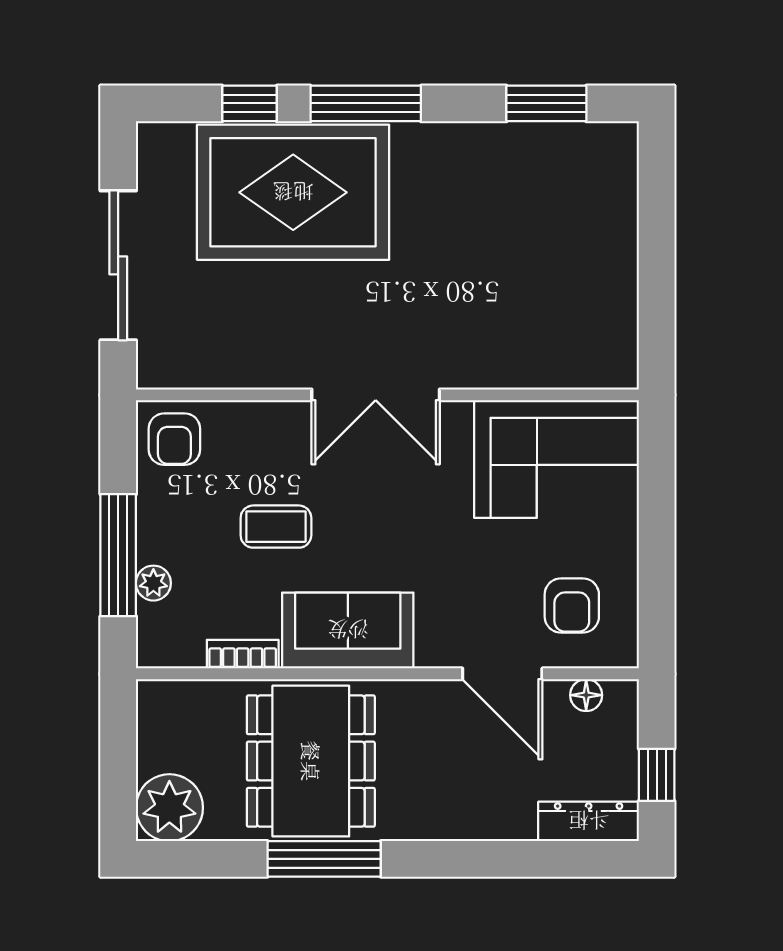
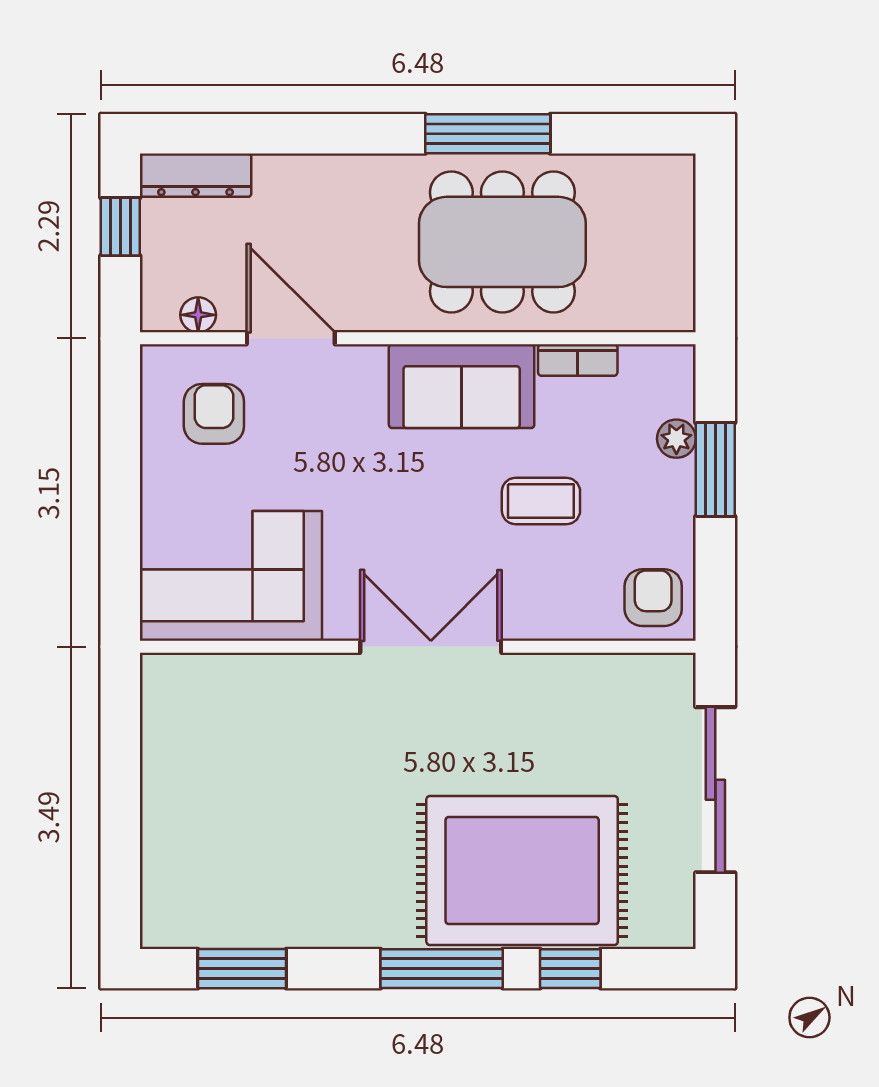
window: (118, 555) -> (715, 469), width x0.69
dining table: (311, 761) -> (502, 242), turned 90
plant: (169, 808) -> (659, 190), removed

